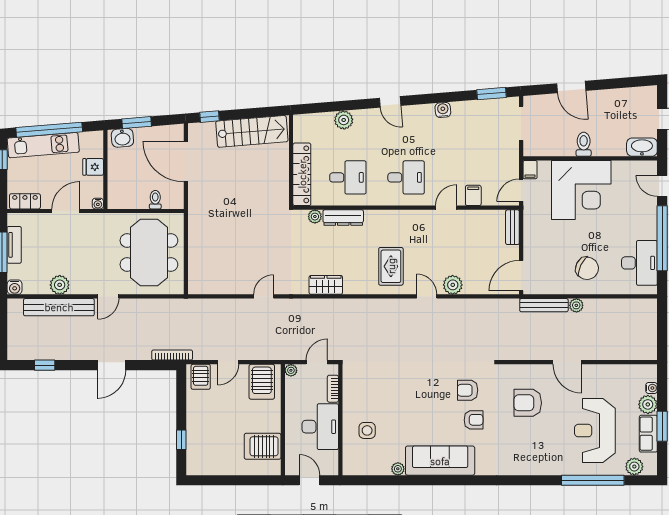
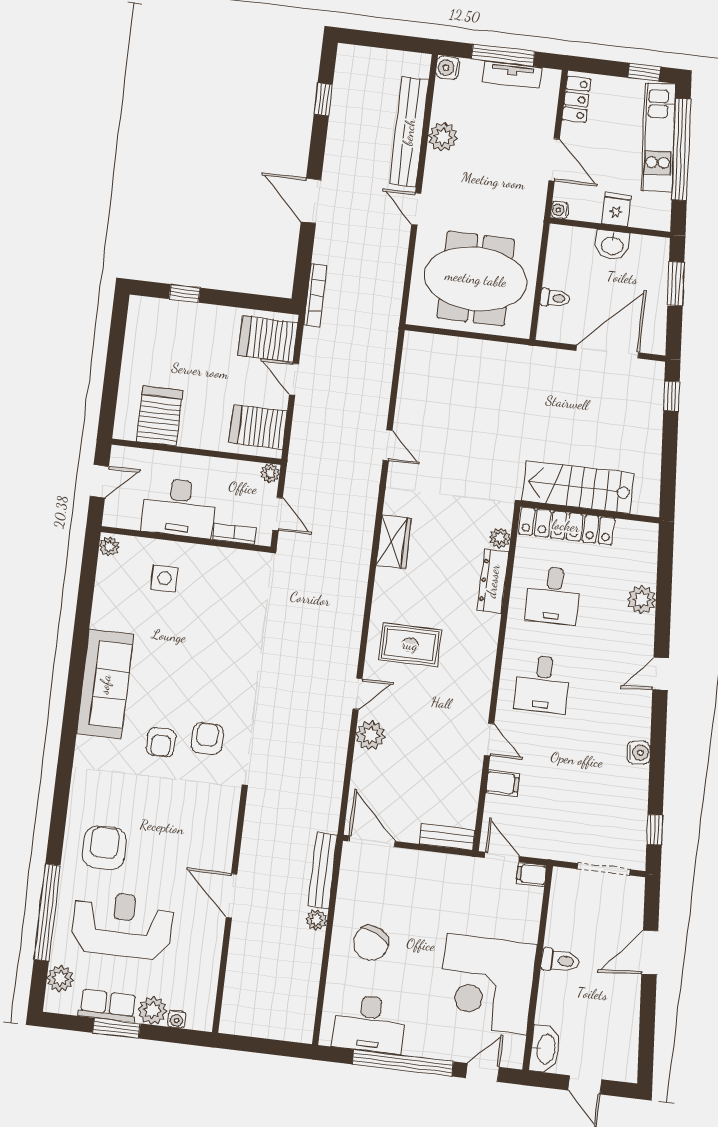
window: (492, 94) -> (655, 830), width x0.67
stairs: (252, 131) -> (578, 487), moved, turned 95
washbasin: (122, 138) -> (612, 245), moved, turned -85
corner desk: (581, 190) -> (487, 984), moved
door: (567, 362) -> (232, 896), hinge flipped
server rack: (201, 377) -> (268, 339), width x1.36, depth x1.44
armchair: (528, 403) -> (104, 848), moved
plant: (398, 469) -> (109, 546), moved

